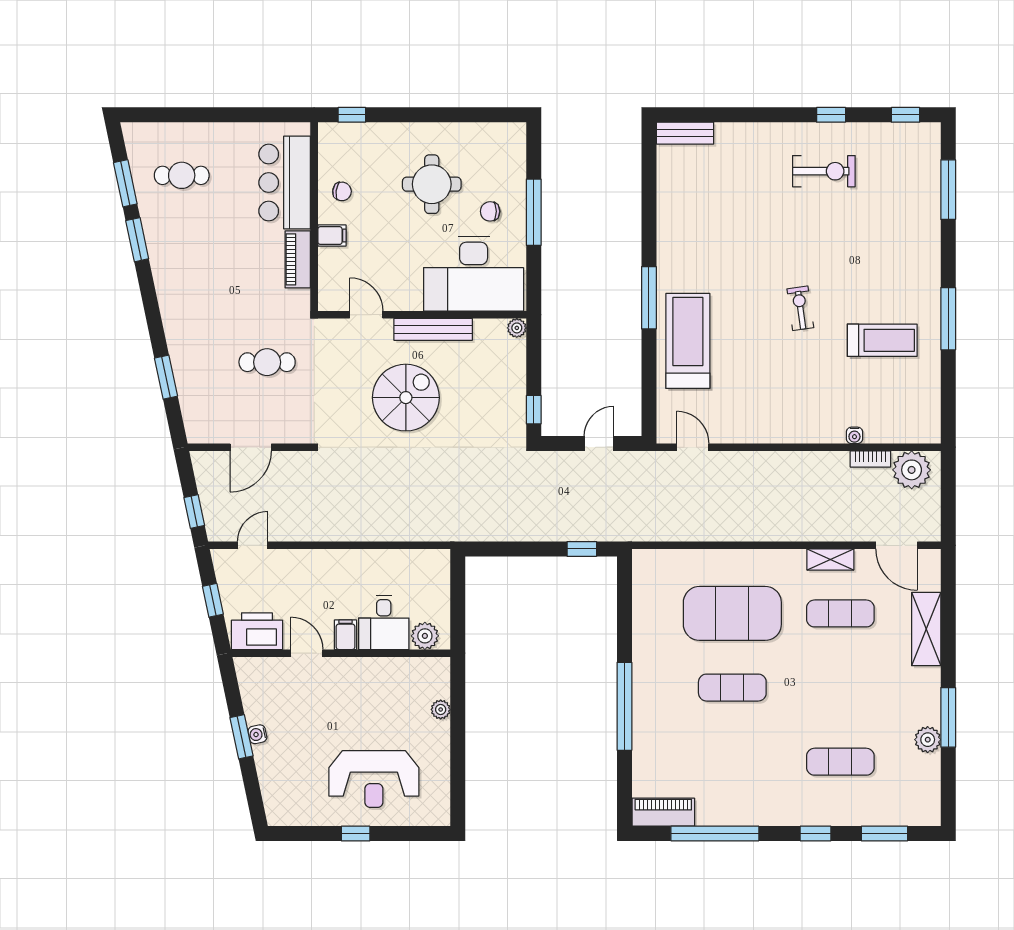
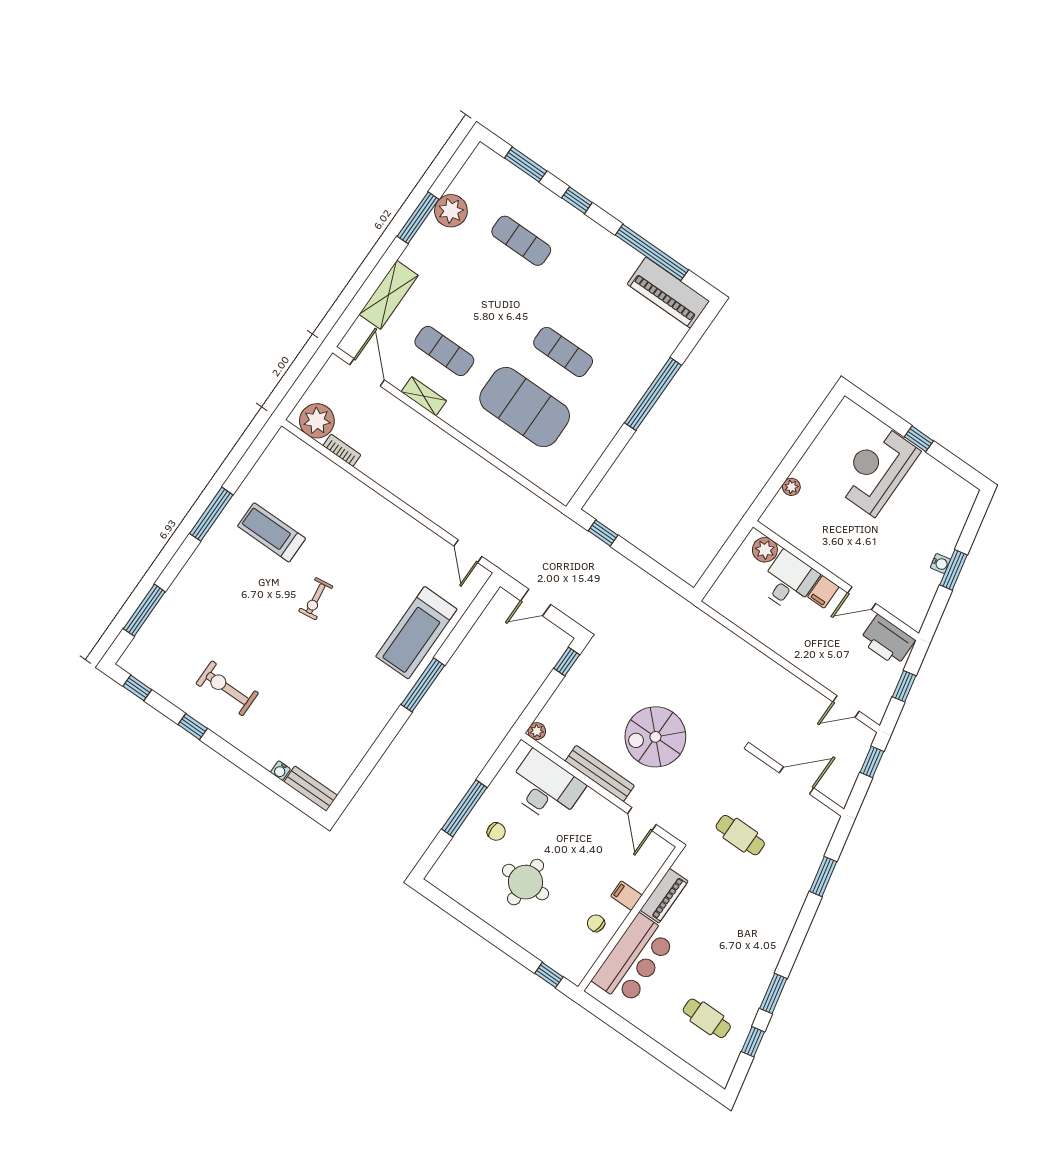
window: (125, 183) -> (753, 1042), width x0.67
desk: (474, 274) -> (545, 787), width x0.73, depth x0.77
water cooler: (854, 435) -> (280, 771), moved, turned 180
door: (307, 653) -> (862, 598), hinge flipped
plant: (928, 740) -> (451, 211), width x1.36, depth x1.36
reception desk: (374, 779) -> (877, 470), turned -90
piano: (663, 812) -> (668, 293), width x1.37, depth x1.33

